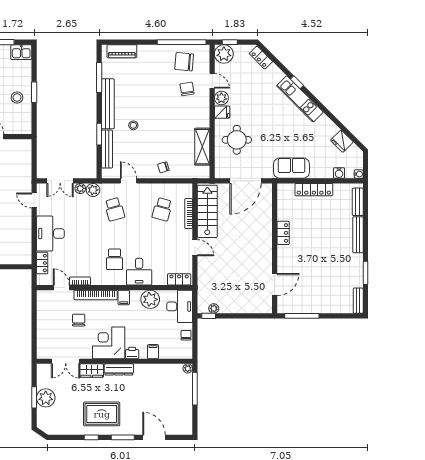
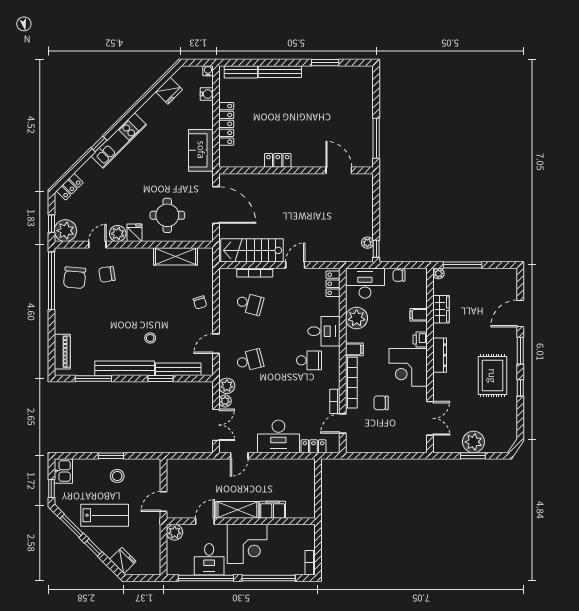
bench: (358, 301) -> (358, 71), removed
wardrobe: (92, 371) -> (441, 309), moved

